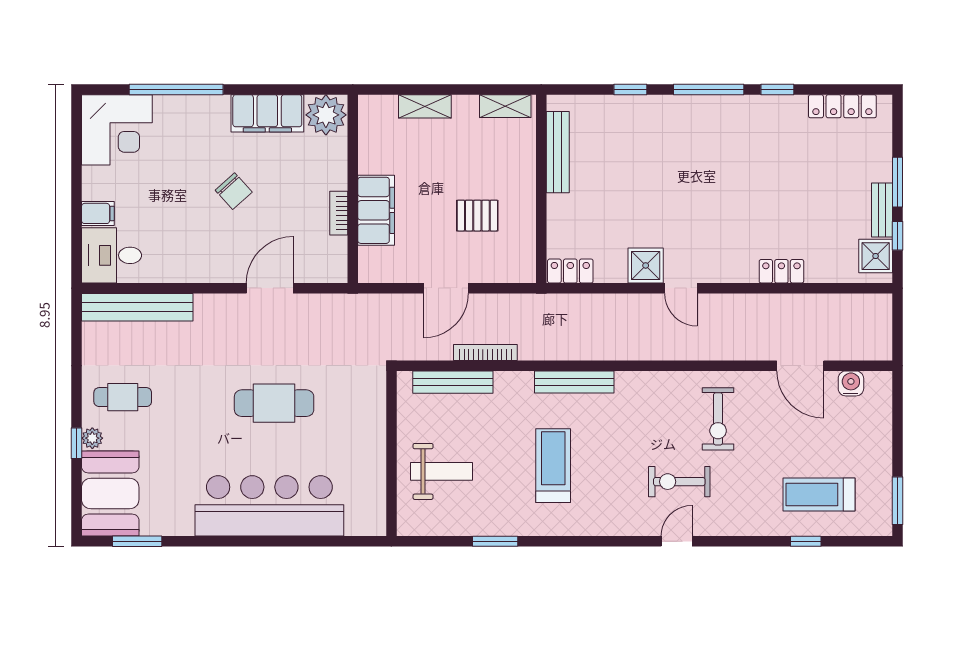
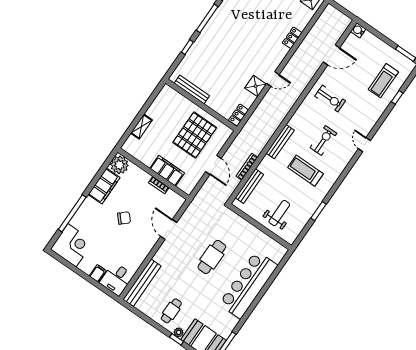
shelving: (505, 106) -> (162, 97), removed
pallet: (477, 216) -> (195, 135), width x2.05, depth x2.00
water cooler: (851, 383) -> (358, 30), moved
exercise bike: (679, 482) -> (323, 140), moved, turned 180

